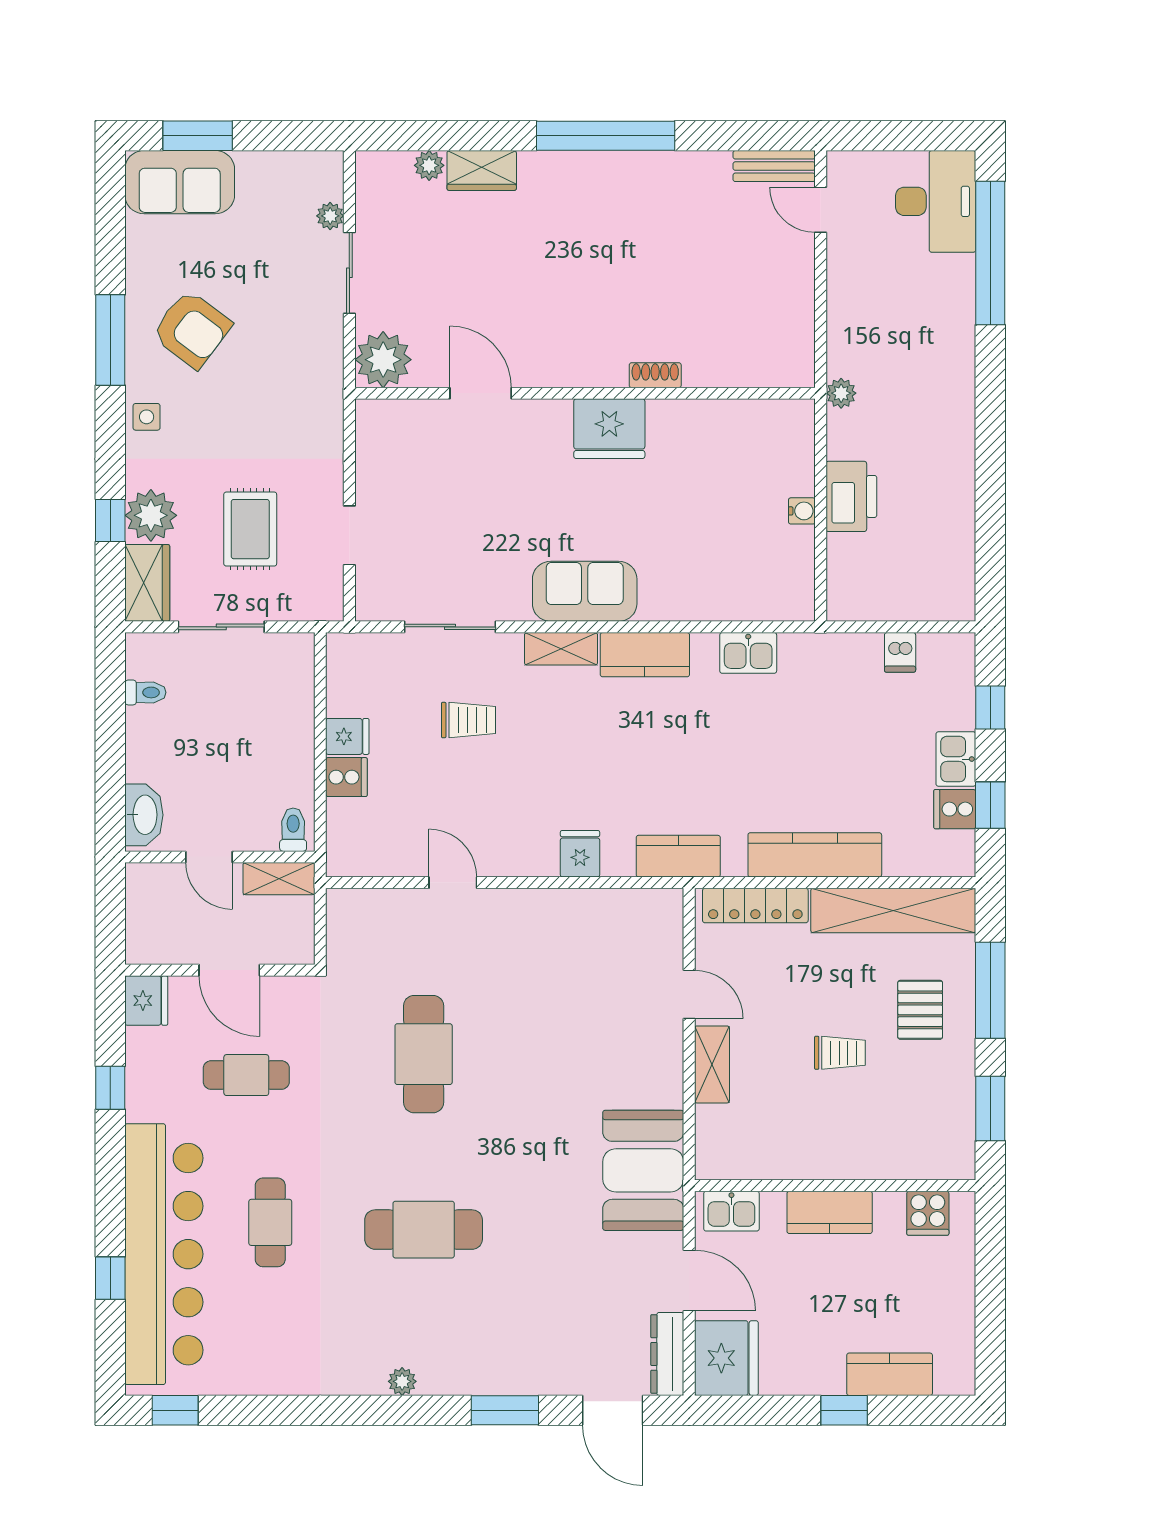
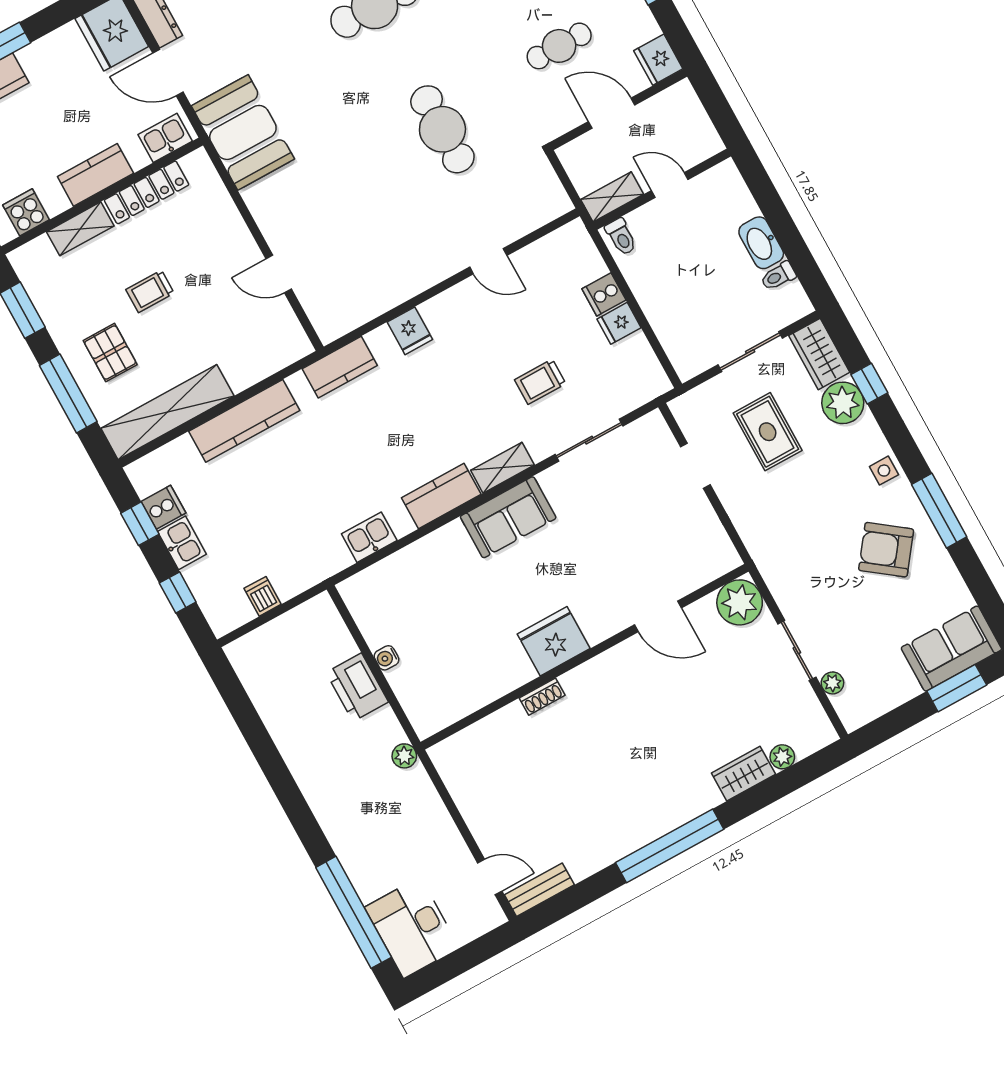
washbasin: (144, 815) -> (761, 243), moved
locker: (755, 905) -> (147, 192), moved, turned 180
shelving: (712, 1064) -> (80, 229), moved, turned 90

